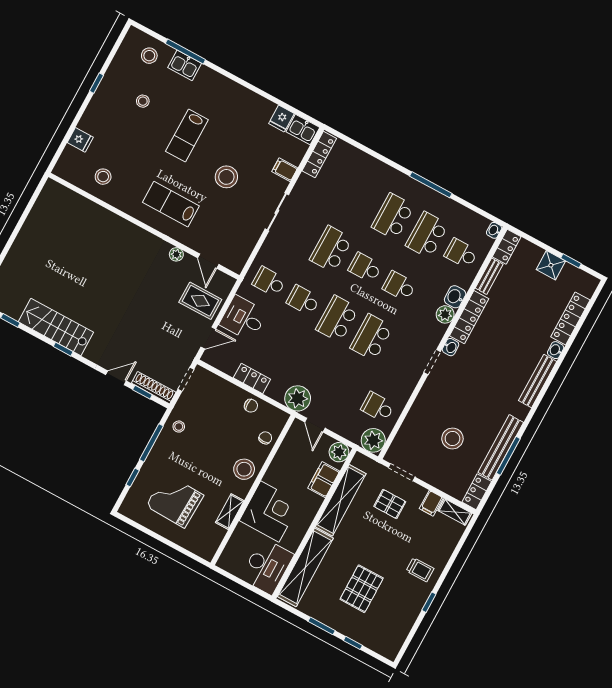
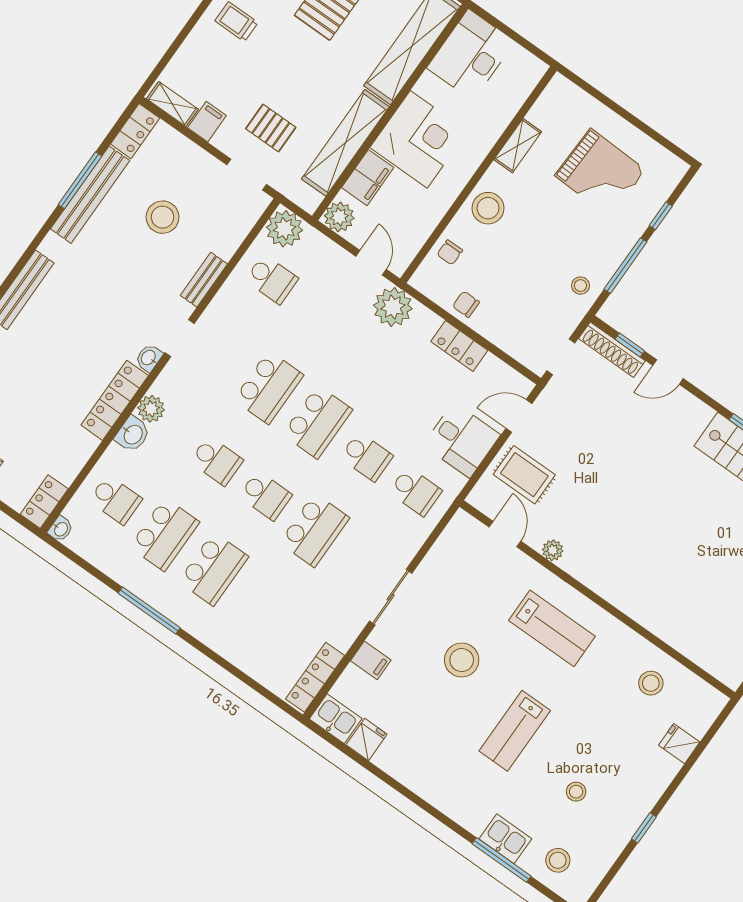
lab bench: (187, 136) -> (515, 731), turned 180
bench: (489, 276) -> (204, 280), moved
corner desk: (270, 511) -> (419, 139), moved, turned 180

